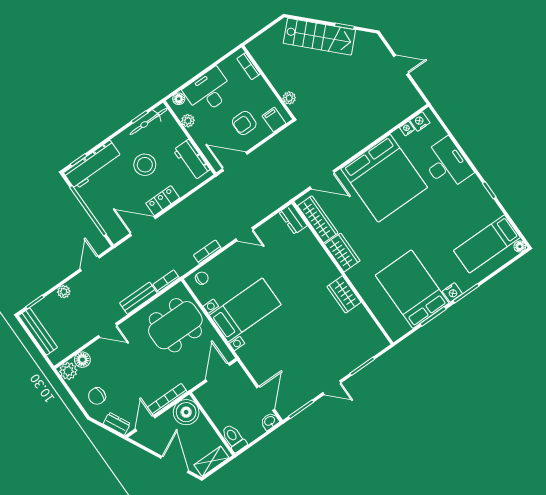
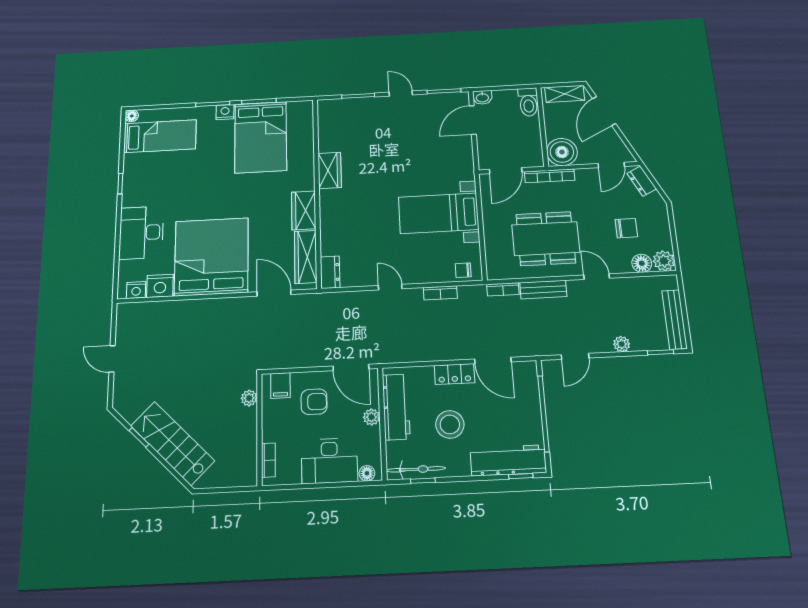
plant: (188, 121) -> (372, 417), moved
nightstand: (407, 129) -> (160, 286), width x1.89, depth x1.79
workbench: (192, 160) -> (396, 407), width x1.38
dining table: (175, 325) -> (546, 239), moved
chair: (97, 396) -> (626, 228), moved
bookcase: (167, 399) -> (550, 176), moved

